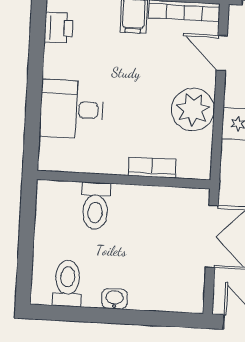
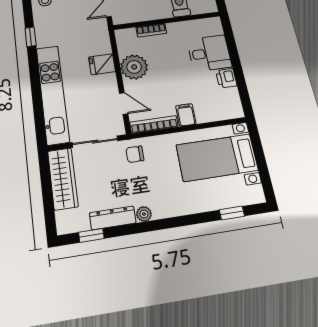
printer: (59, 28) -> (226, 78), moved

